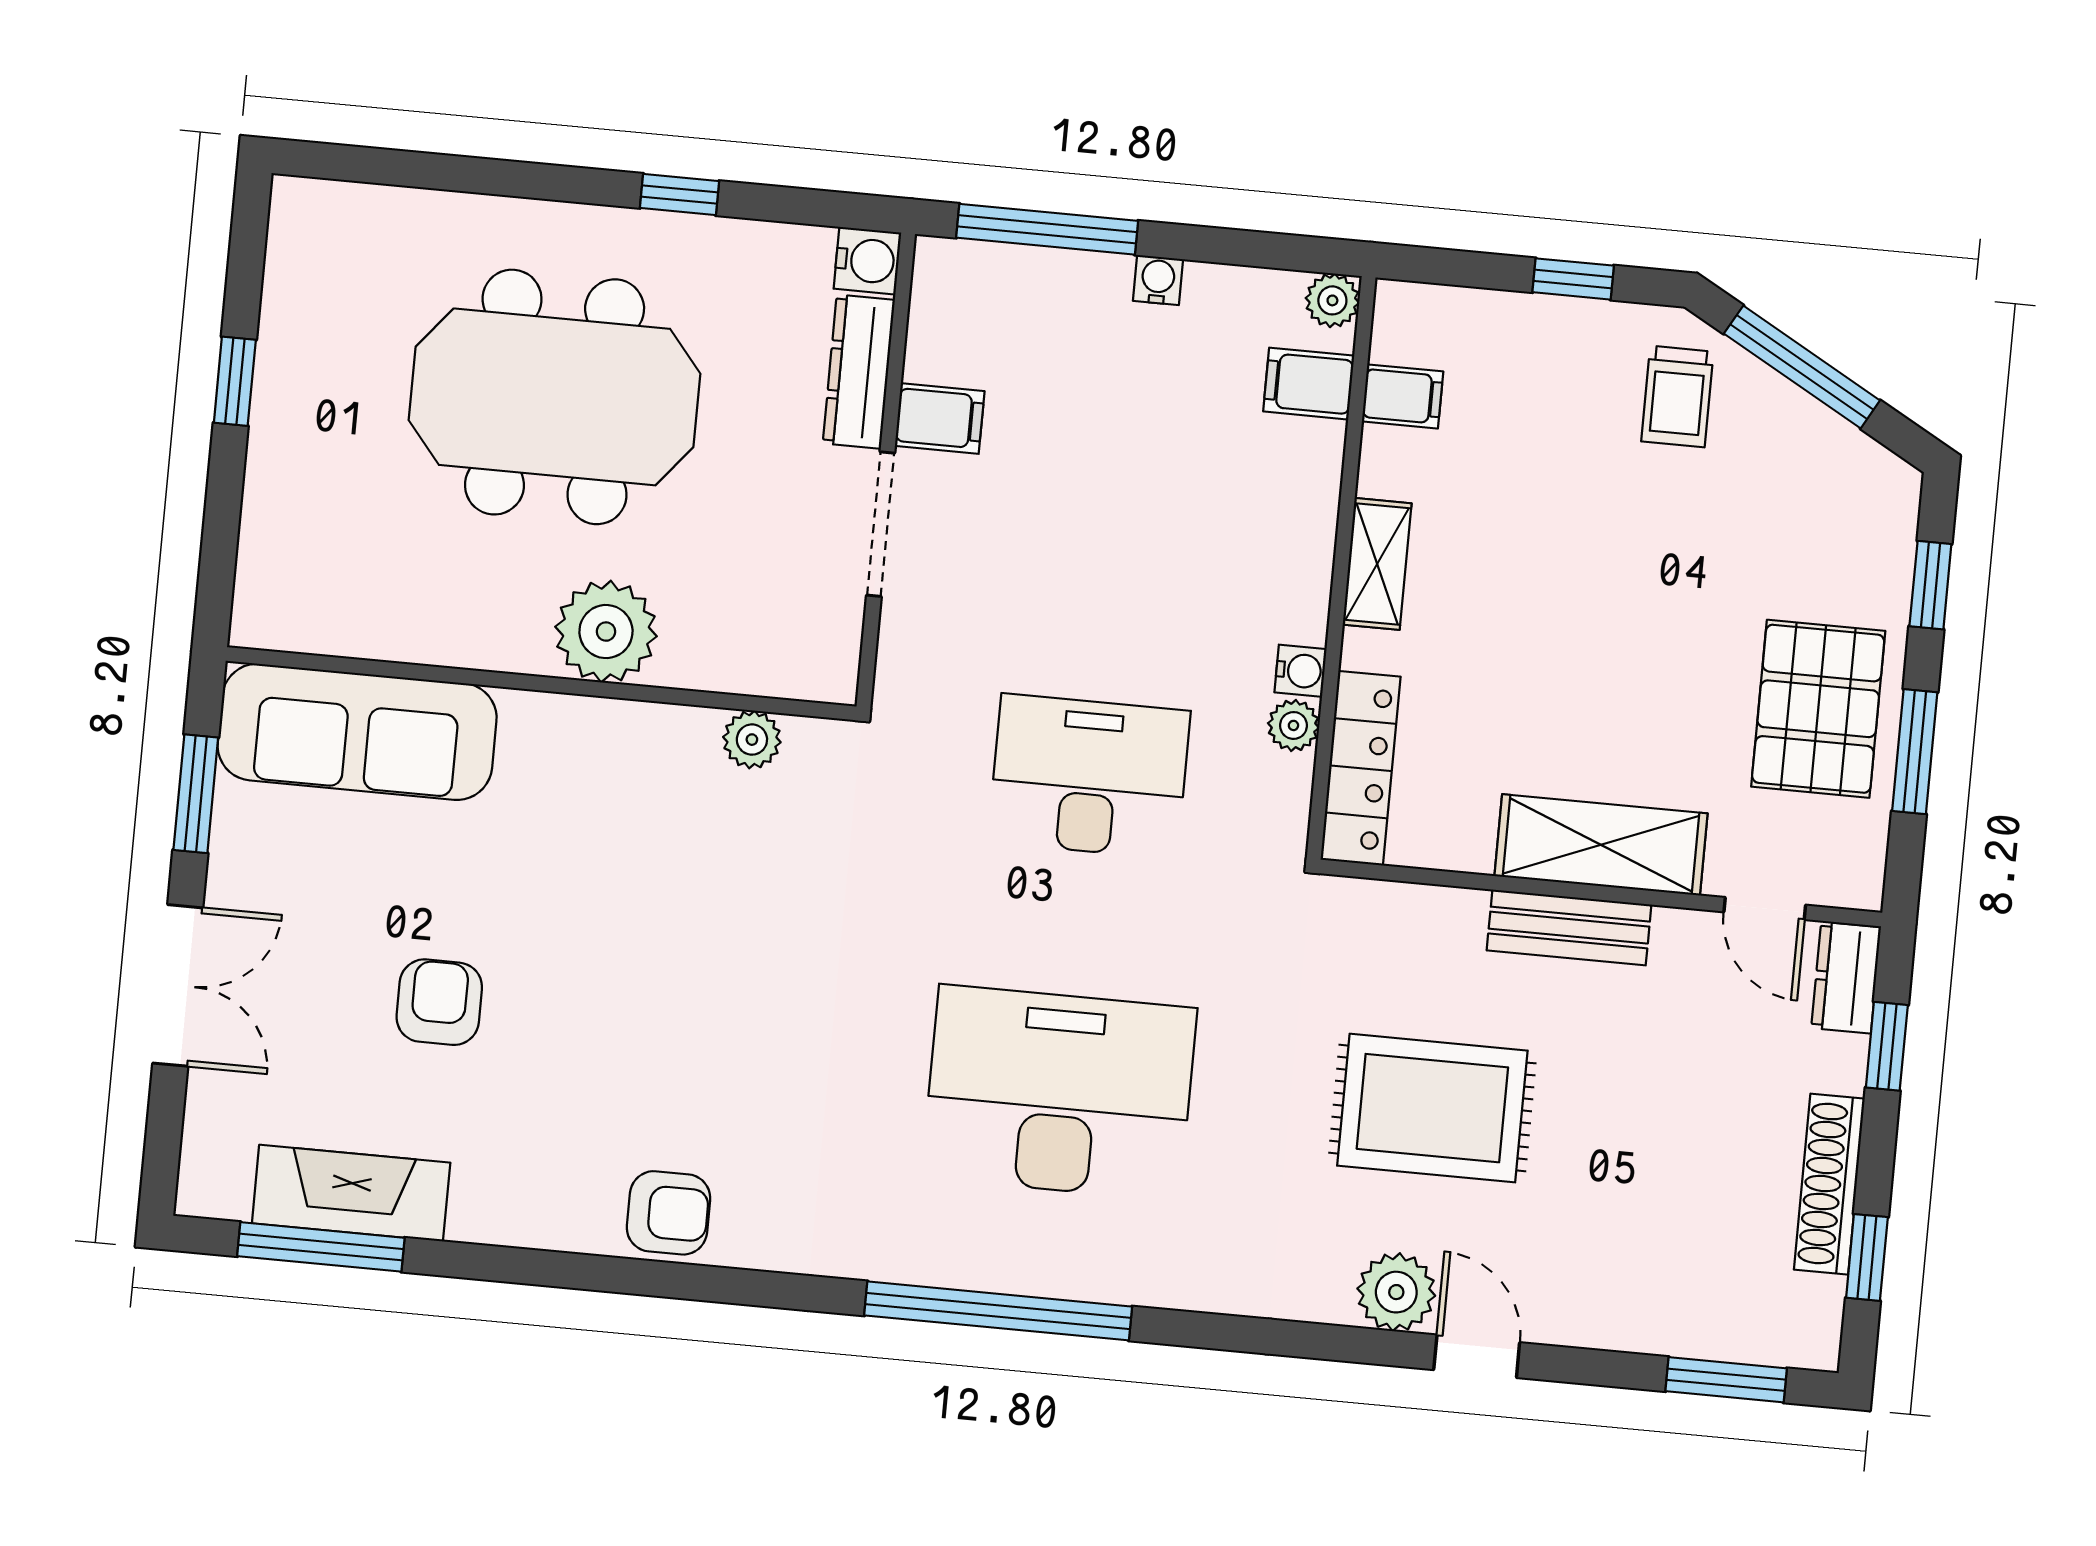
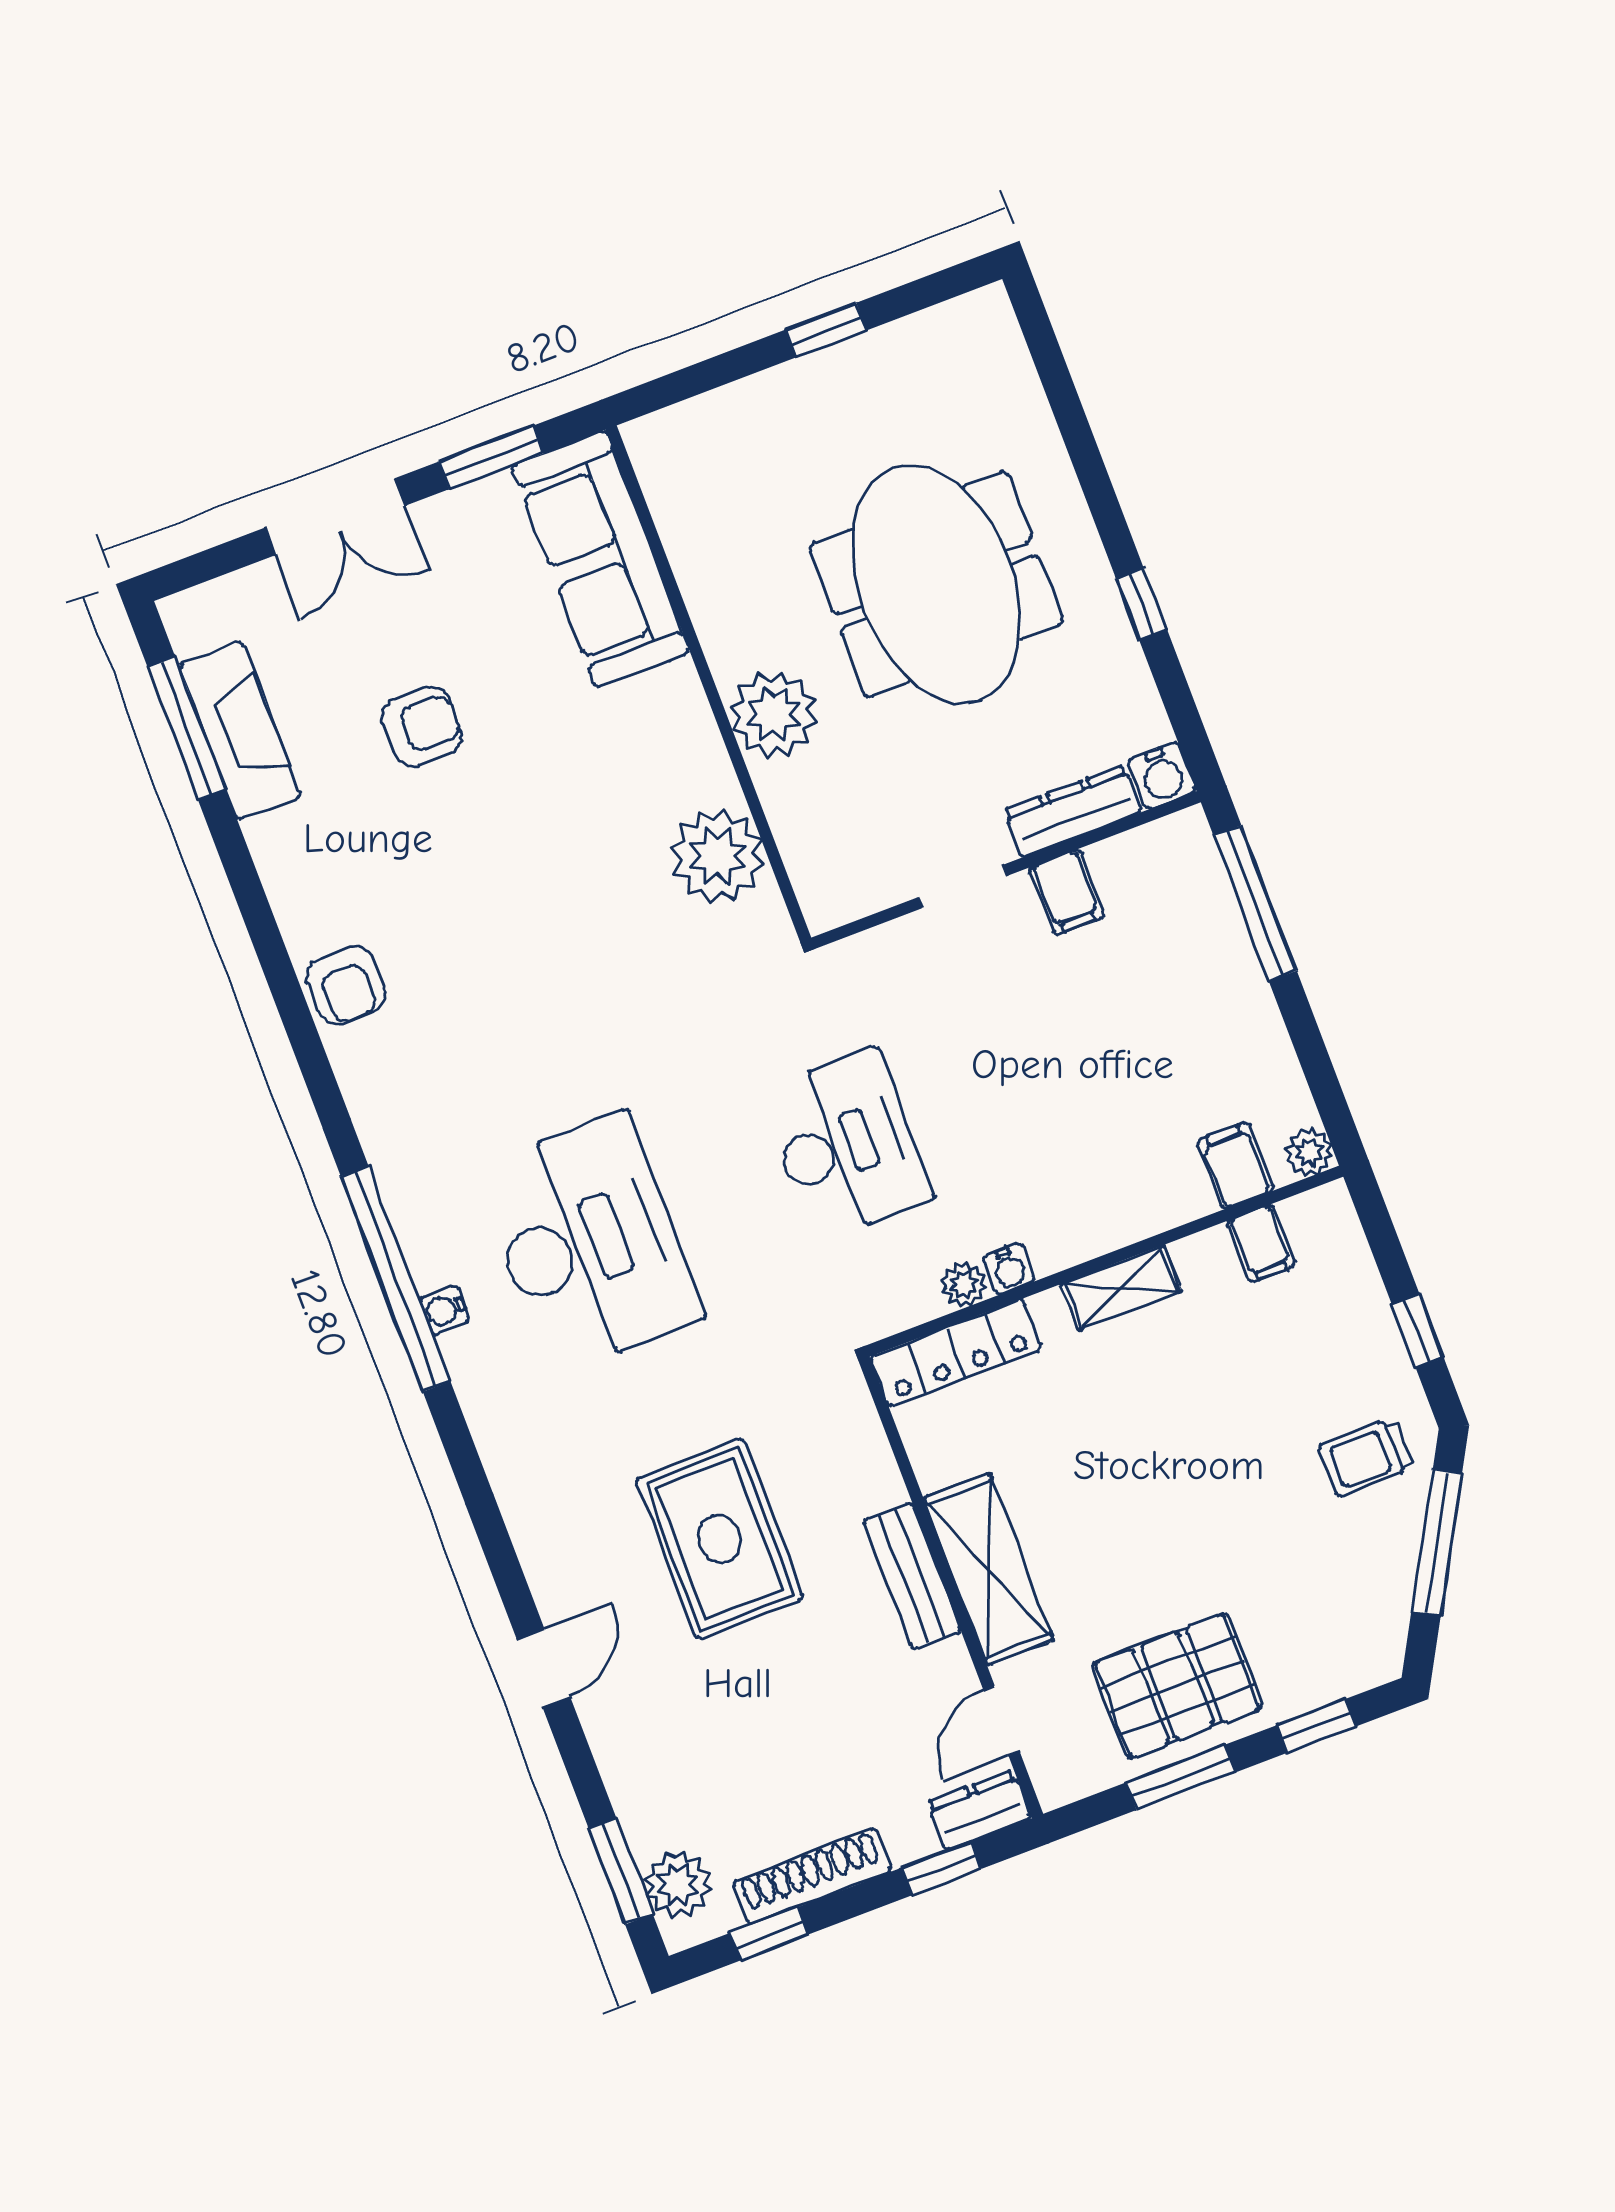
water cooler: (1158, 280) -> (445, 1310), moved, turned 180
doorway: (881, 524) -> (962, 887), width x0.73
plant: (752, 740) -> (717, 856), width x1.88, depth x1.88
plant: (1396, 1292) -> (678, 1884), moved

